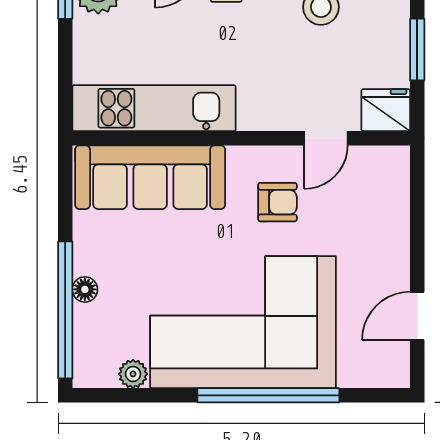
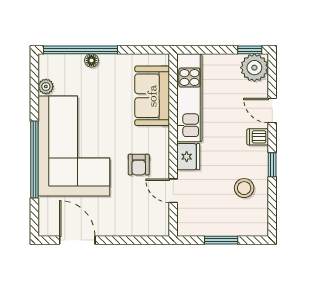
fridge: (386, 110) -> (188, 157), moved
sofa: (150, 177) -> (152, 96), width x0.73
door: (417, 316) -> (77, 240), width x1.38

